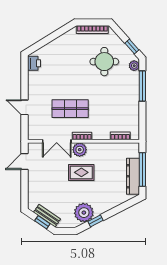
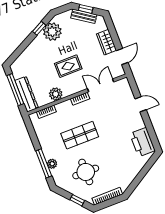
window: (132, 47) -> (77, 200), moved
printer: (34, 63) -> (142, 142), width x1.87, depth x1.48
plant: (134, 66) -> (52, 164), moved
shop shelf: (70, 109) -> (80, 135), moved
plant: (80, 150) -> (56, 94), moved
dresser: (133, 176) -> (27, 94), moved
wardrobe: (34, 182) -> (107, 42), added

